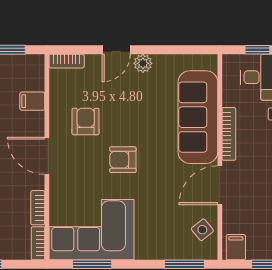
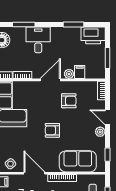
window: (185, 50) -> (108, 155), added
sofa: (198, 117) -> (78, 161), width x0.73
plant: (36, 121) -> (69, 74), added
armchair: (123, 160) -> (52, 130), moved, turned -90

